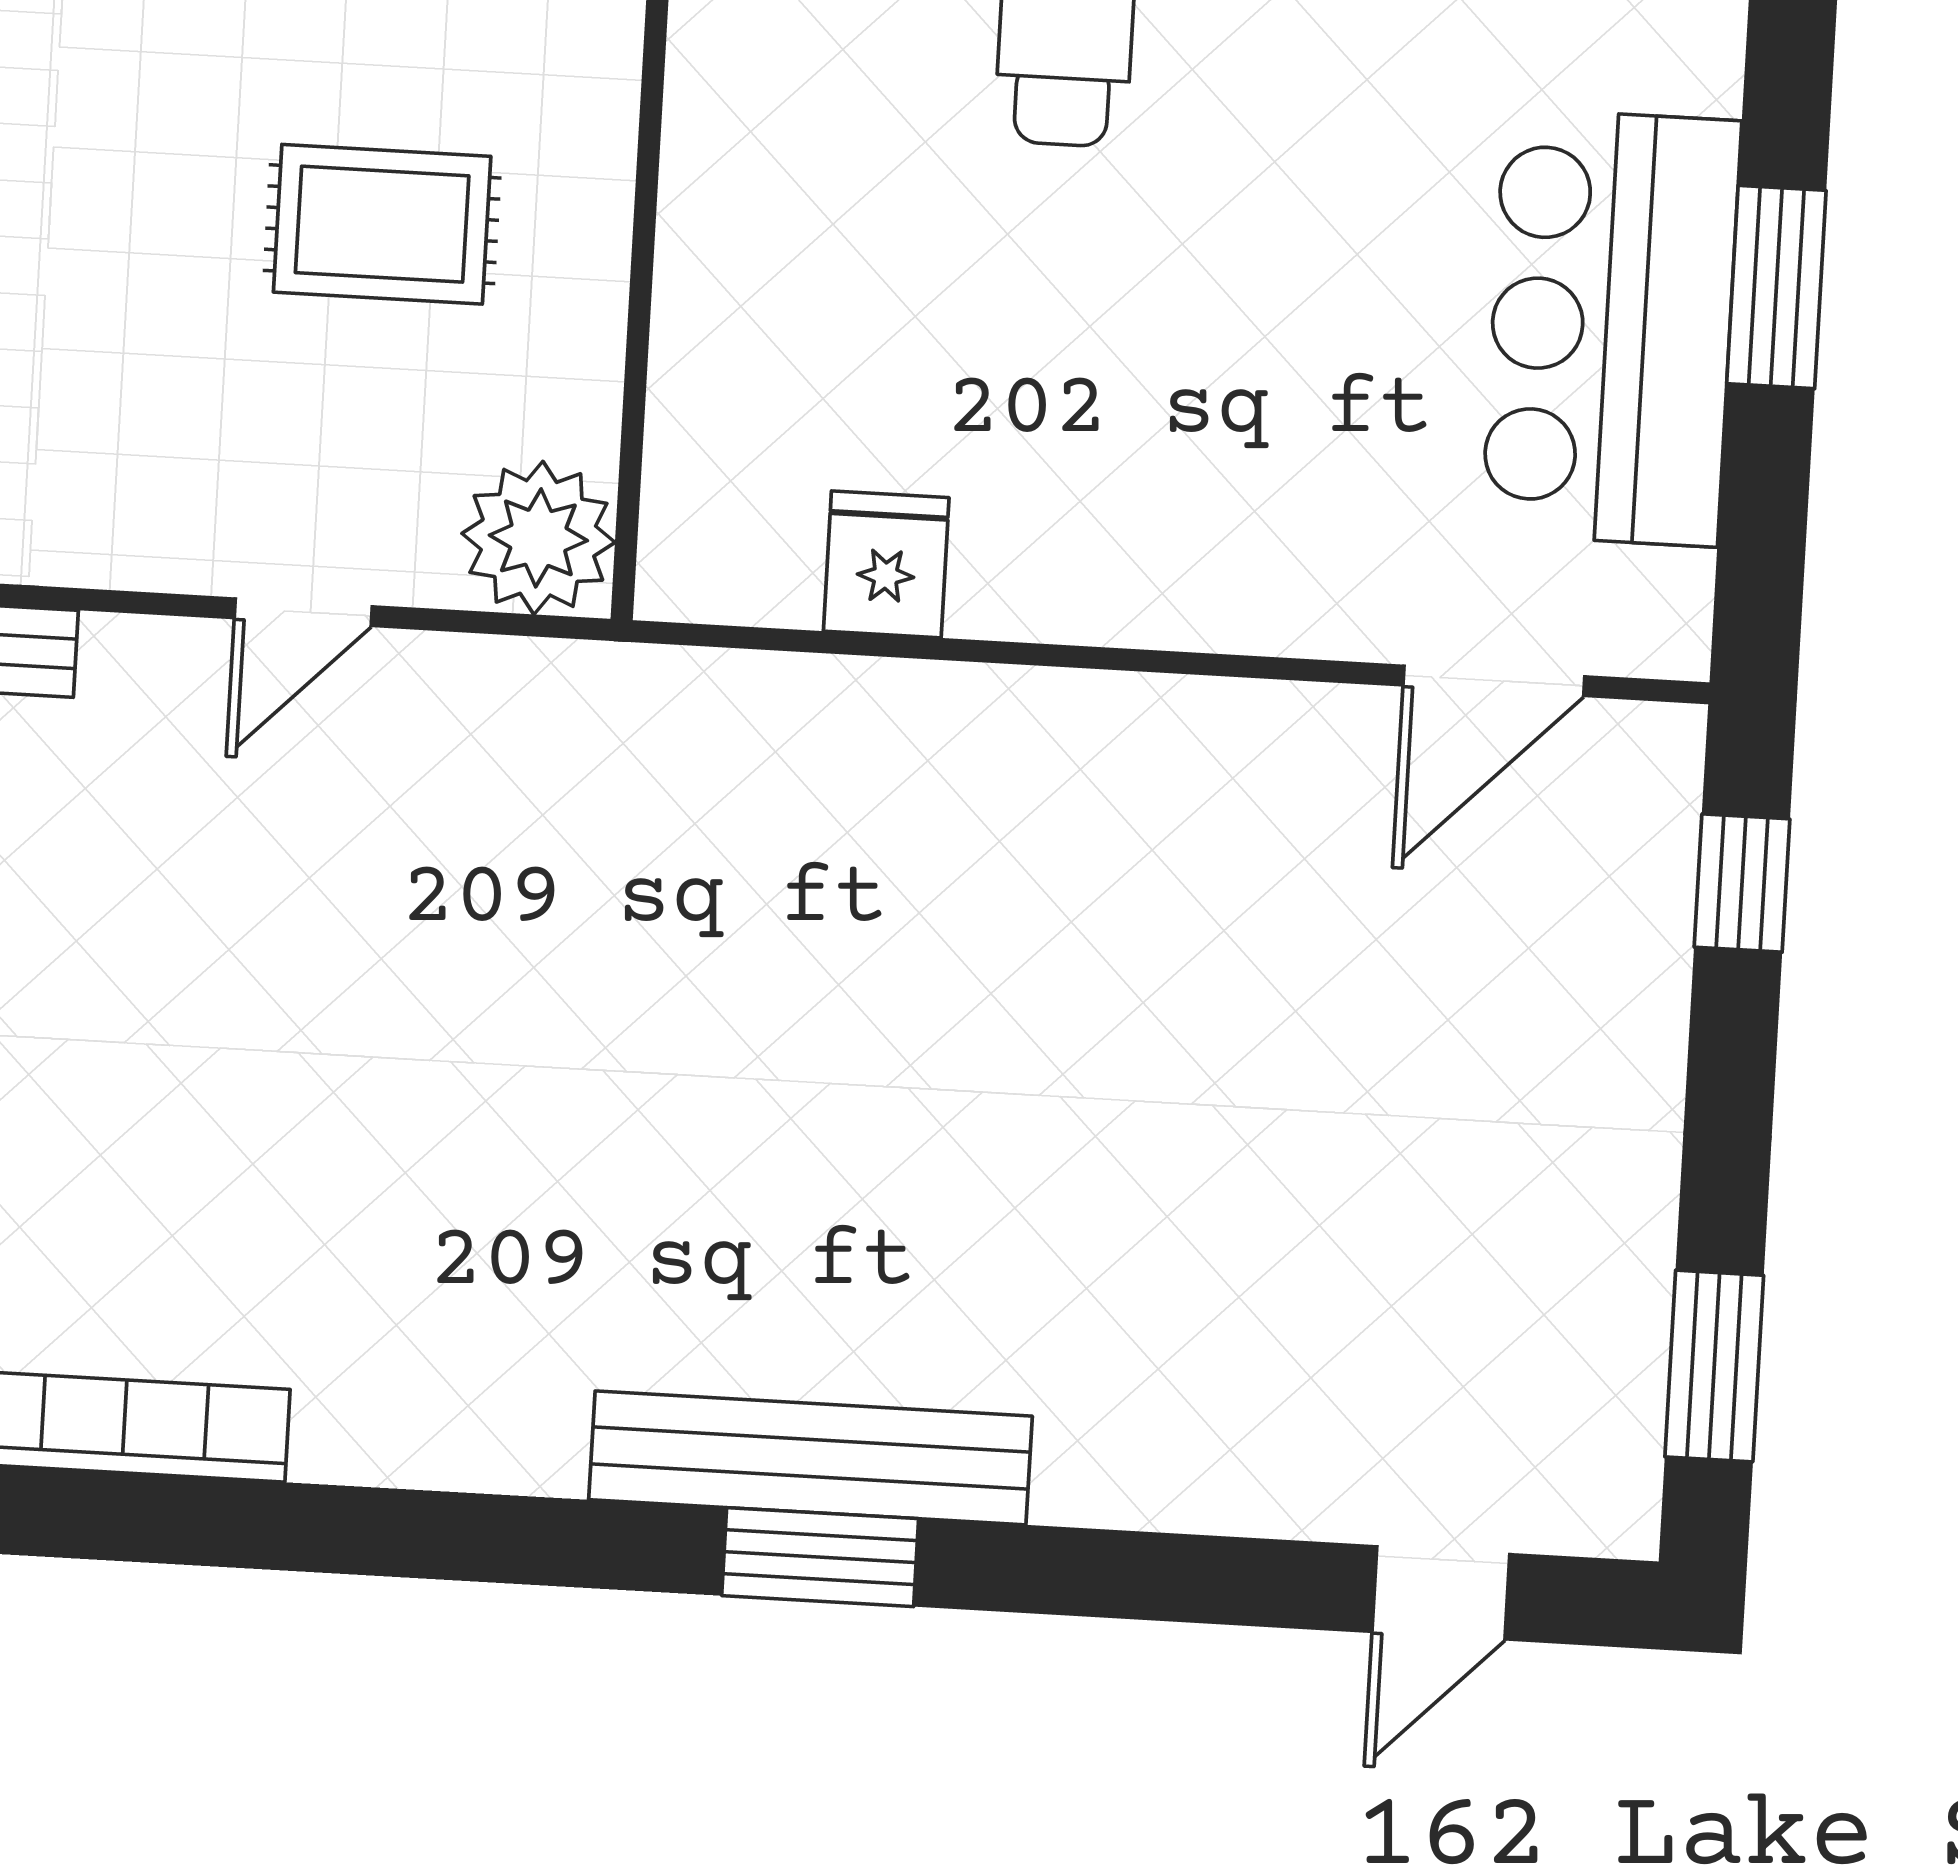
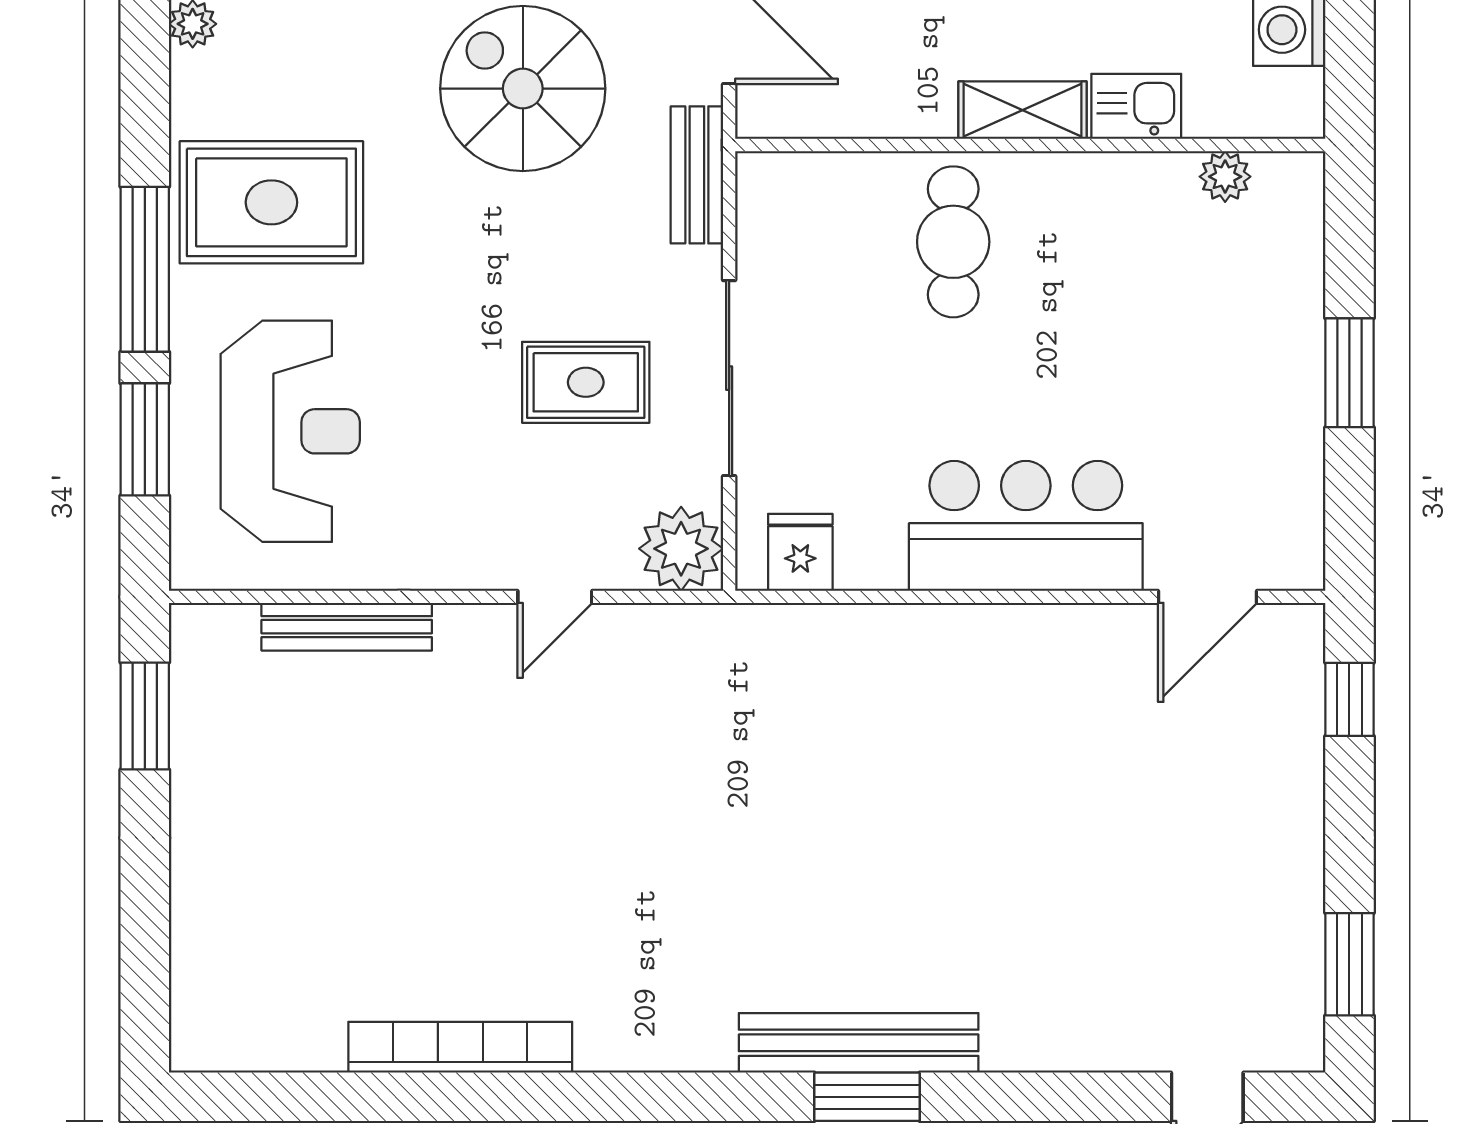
sliding door: (644, 232) -> (729, 378), added
bar counter: (1611, 327) -> (1026, 526), moved, turned 90
fridge: (886, 564) -> (800, 552), moved

